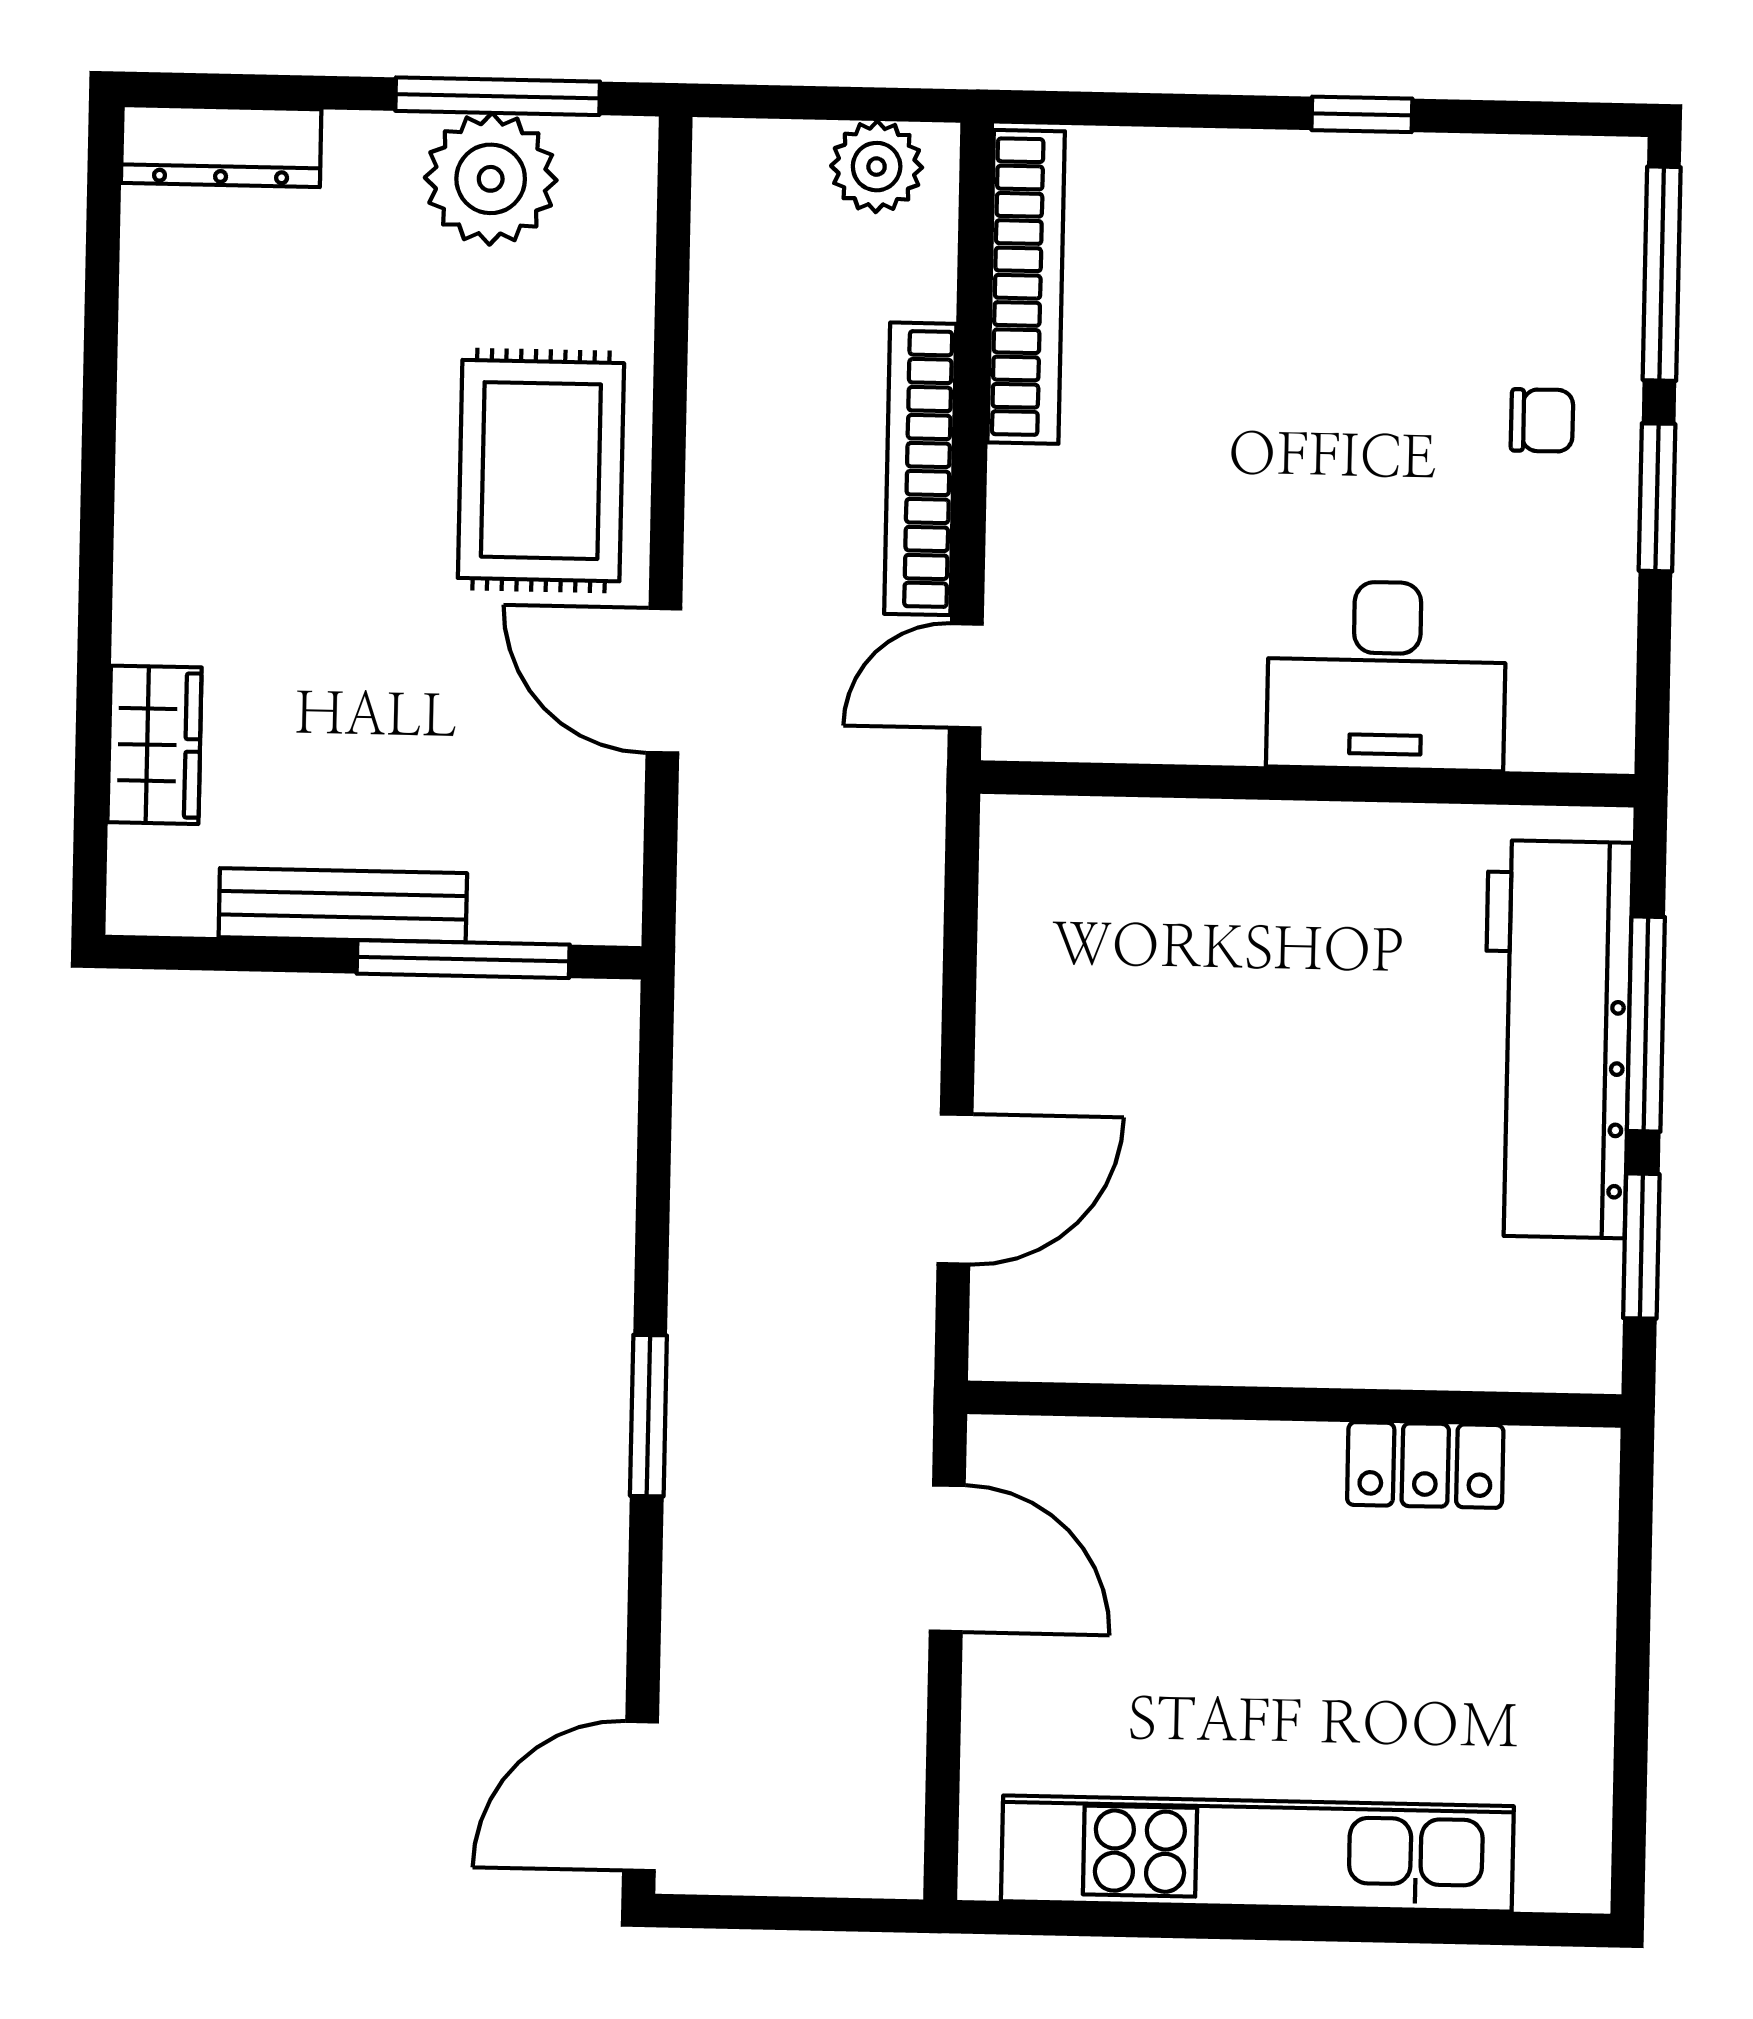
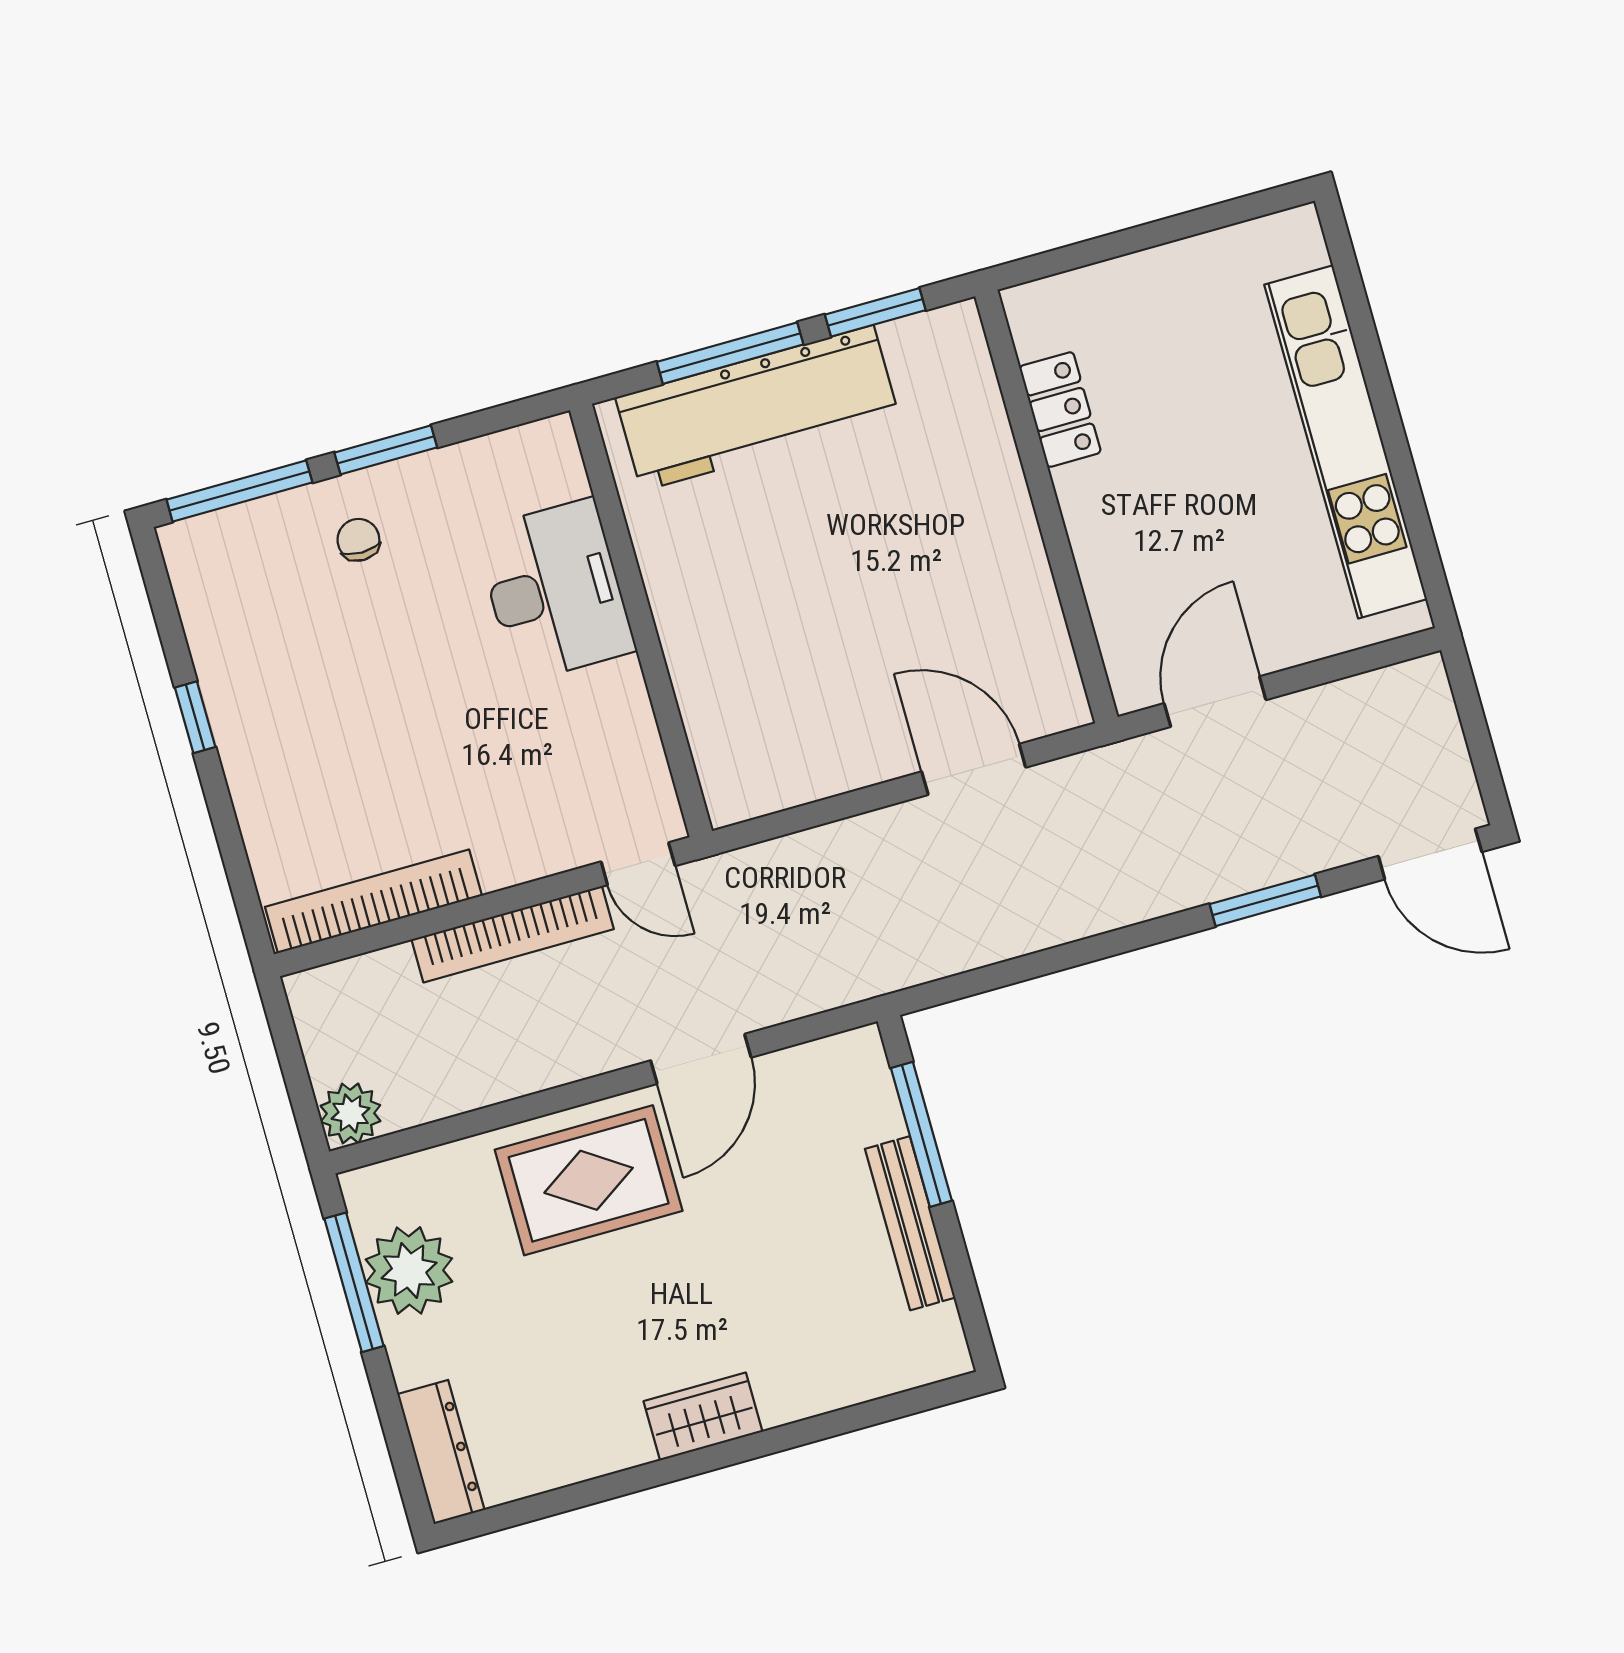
plant: (877, 167) -> (351, 1113), moved
wardrobe: (155, 745) -> (703, 1417), moved
window: (648, 1416) -> (1265, 900), moved

